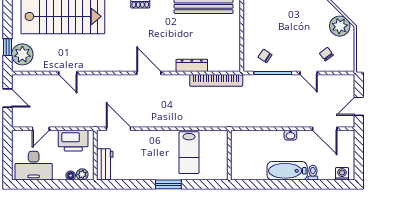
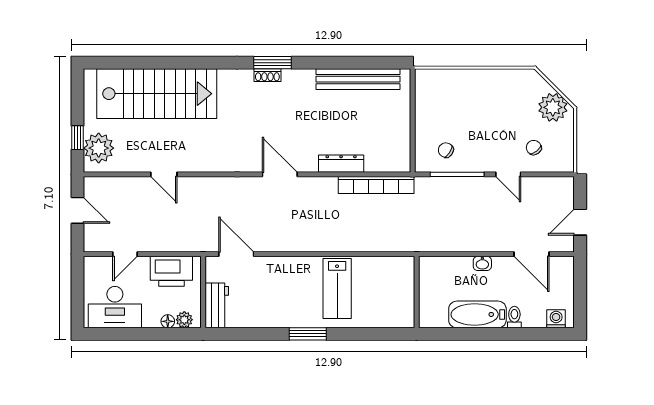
wall: (229, 155) -> (417, 292), moved

